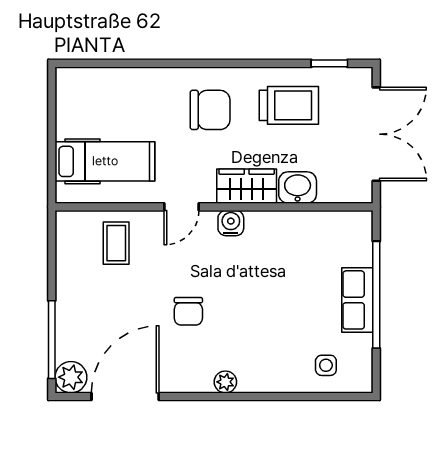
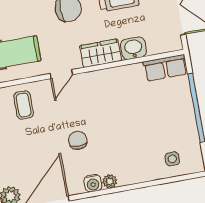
water cooler: (231, 223) -> (93, 183), moved, turned 180
row of seats: (357, 300) -> (165, 68), moved, turned -90
chair: (188, 311) -> (78, 140), turned 180

